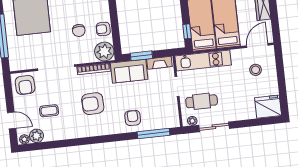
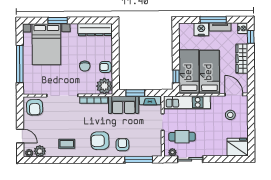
door: (257, 45) -> (234, 95), hinge flipped
armchair: (93, 104) -> (100, 141), moved
coffee table: (49, 111) -> (67, 144), moved

